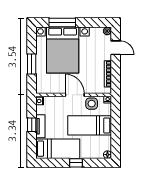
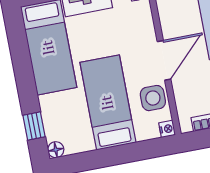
window: (76, 163) -> (34, 126), moved

